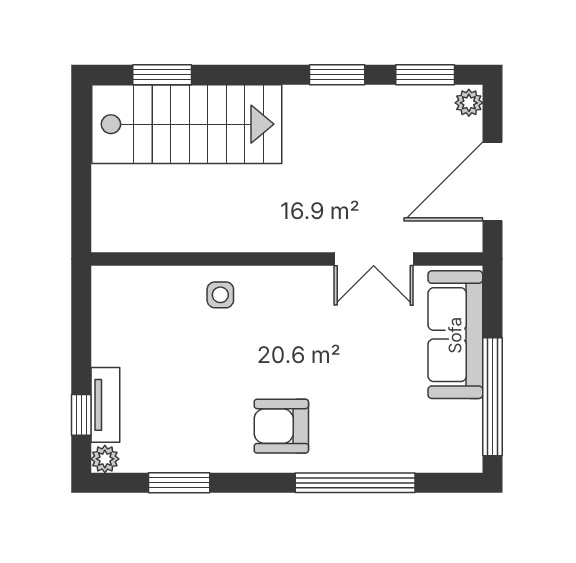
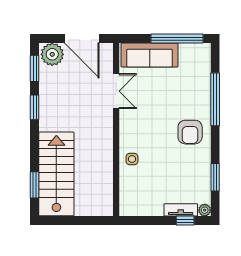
plant: (469, 103) -> (52, 54), width x1.87, depth x1.87

